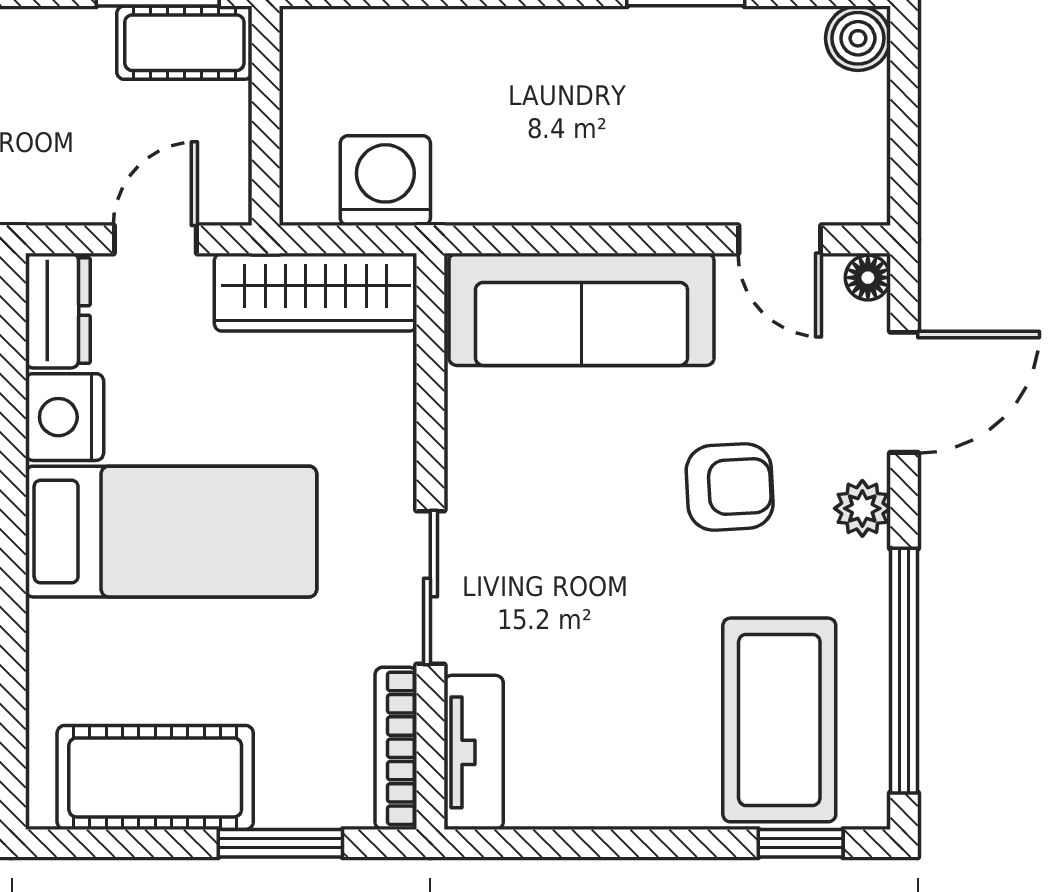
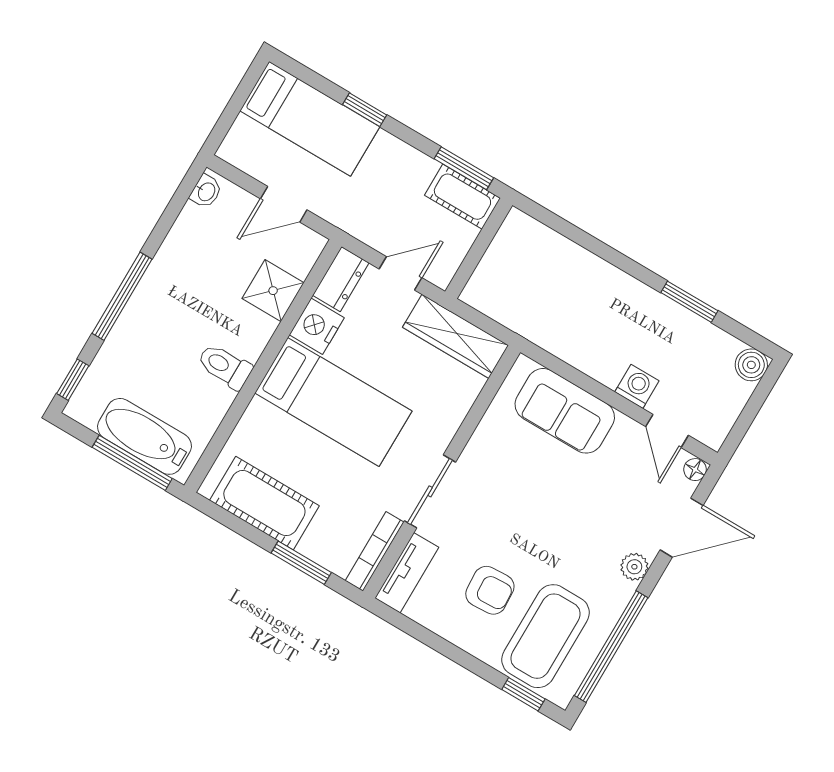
washing machine: (385, 181) -> (637, 386), moved, width x0.73, depth x0.73
sofa: (581, 309) -> (565, 411), width x0.73
armchair: (730, 487) -> (490, 590), moved

